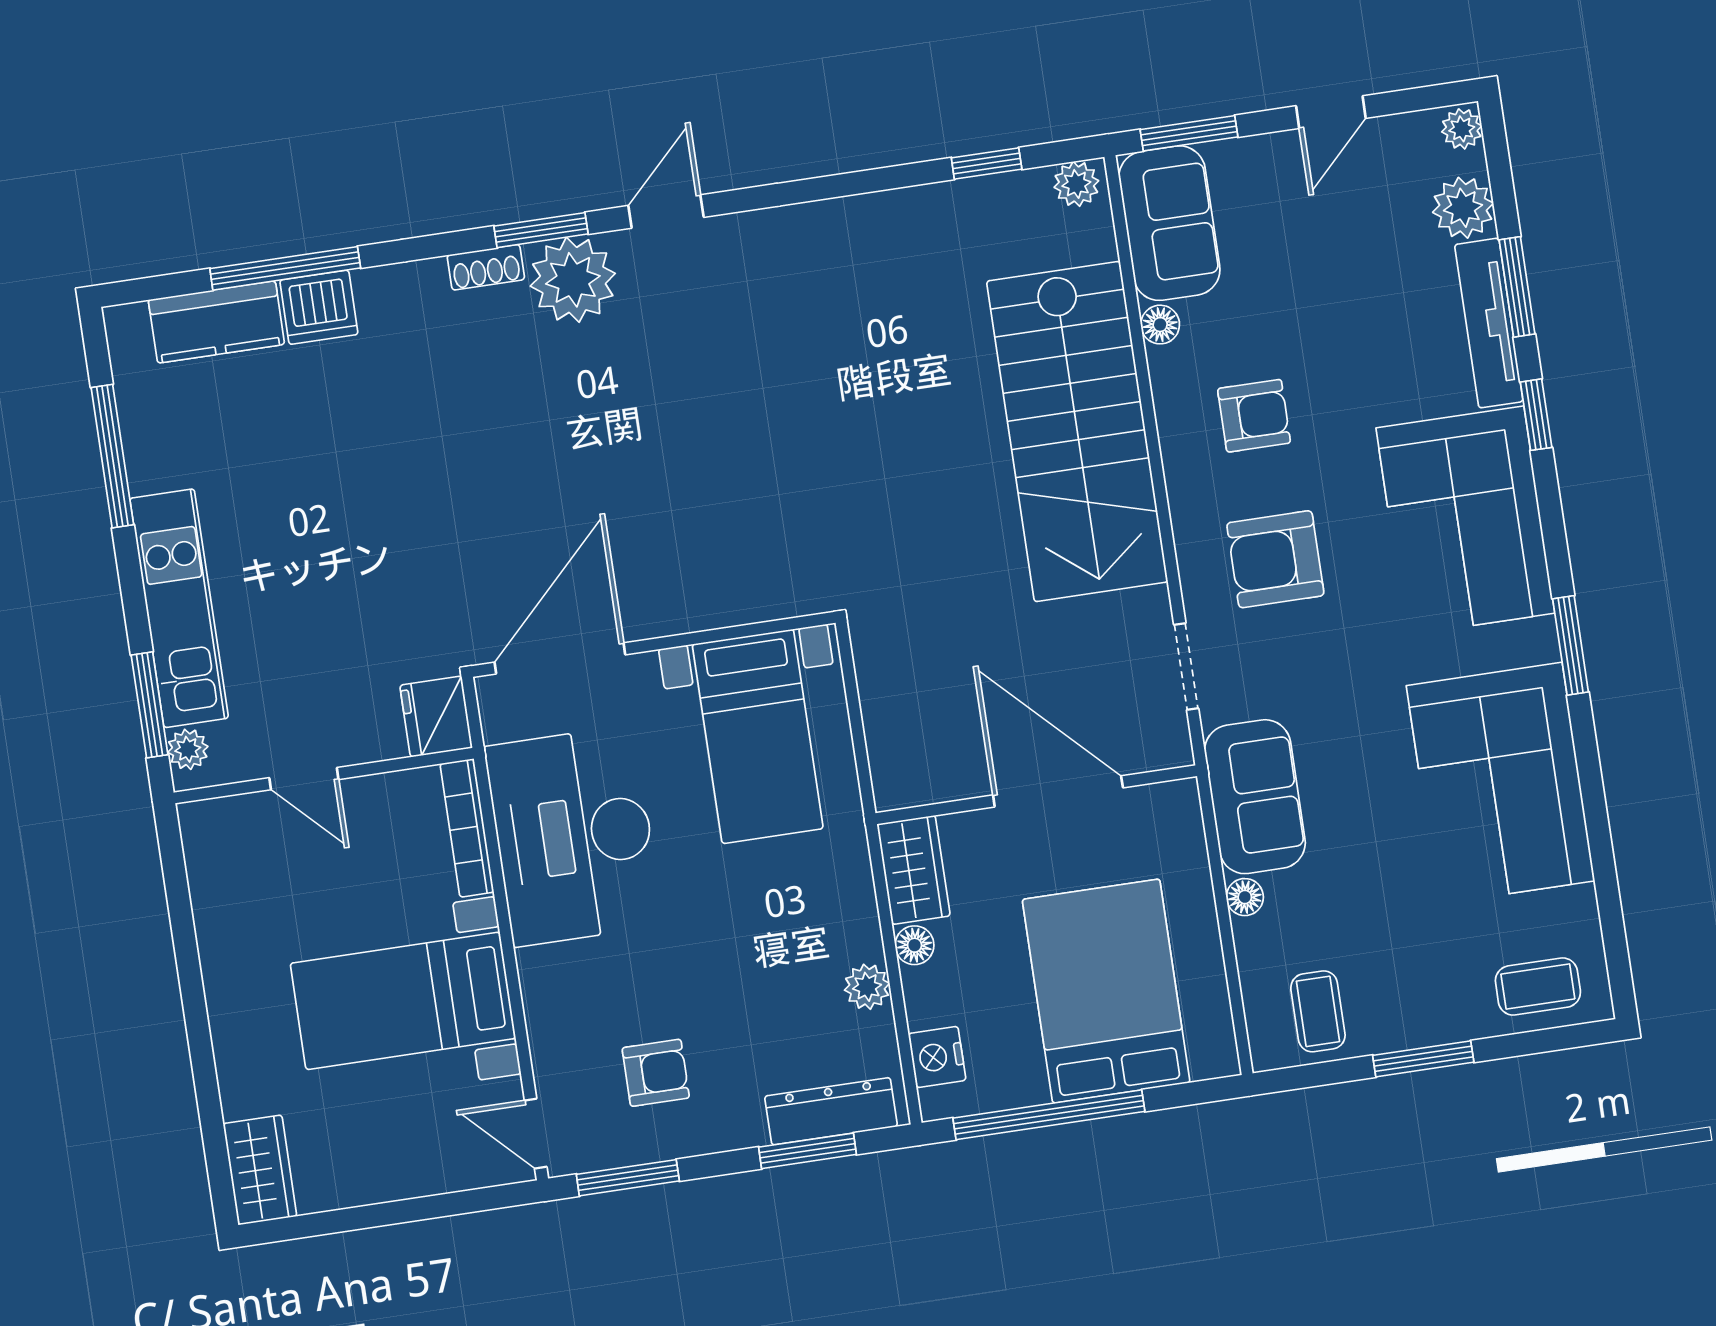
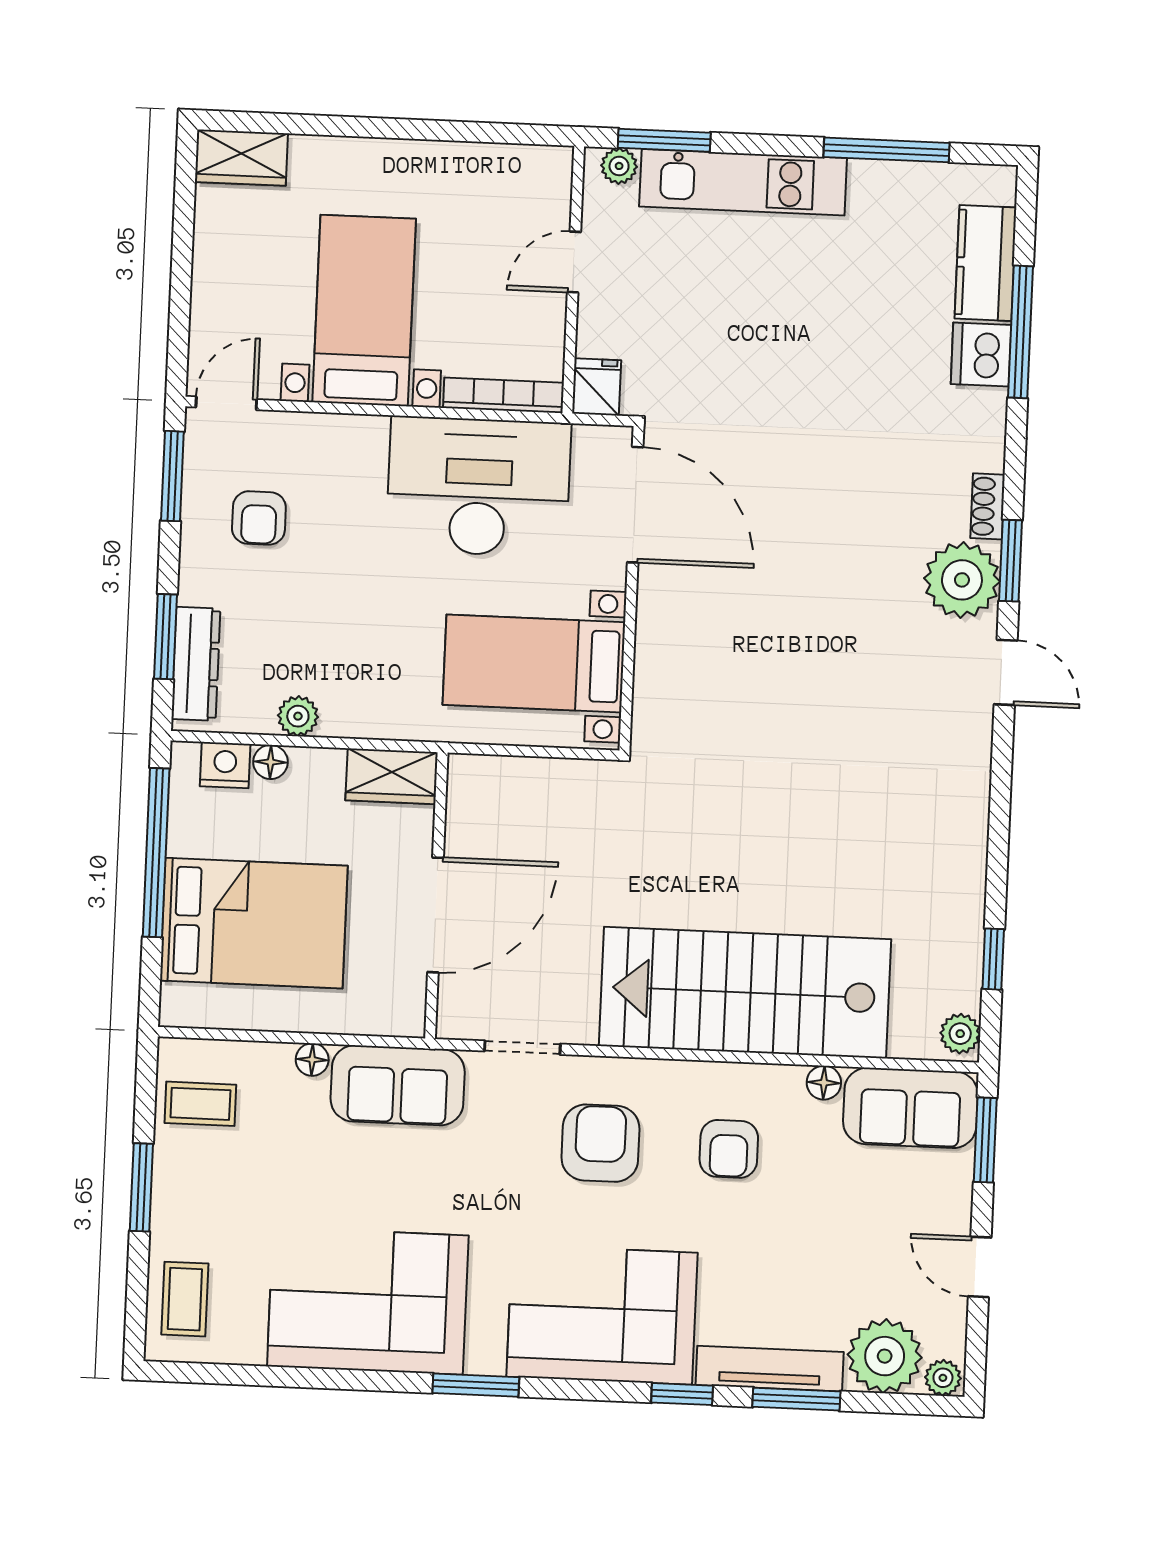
plant: (1463, 208) -> (885, 1356), width x1.36, depth x1.36
fridge: (436, 717) -> (597, 387), width x0.72
floor lamp: (915, 945) -> (271, 762), moved

